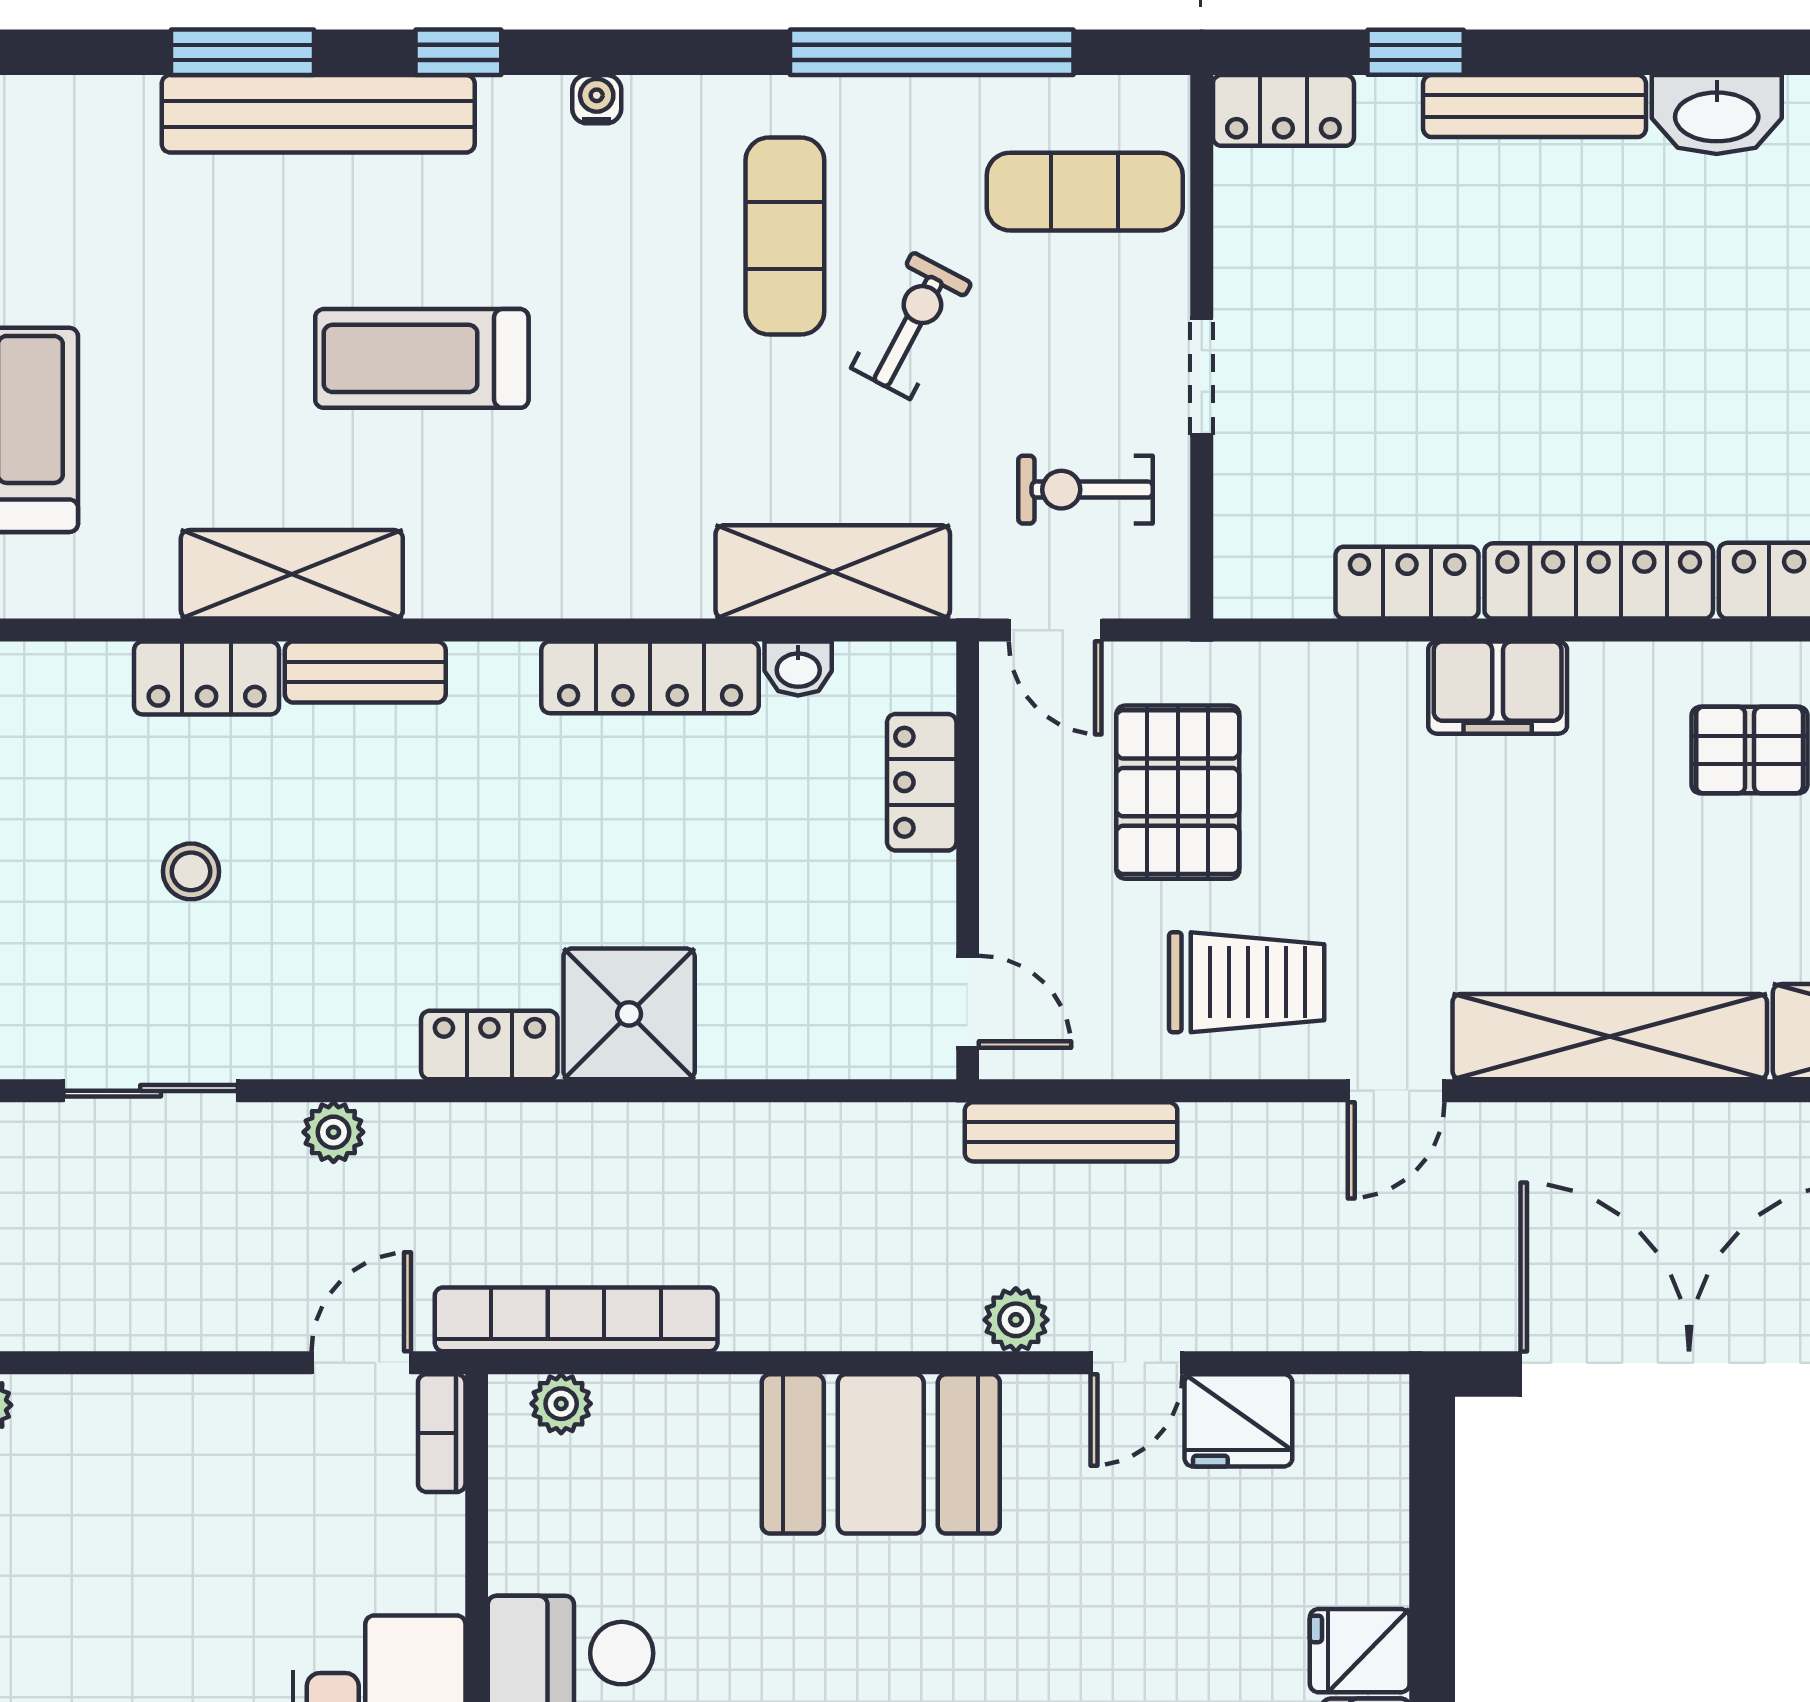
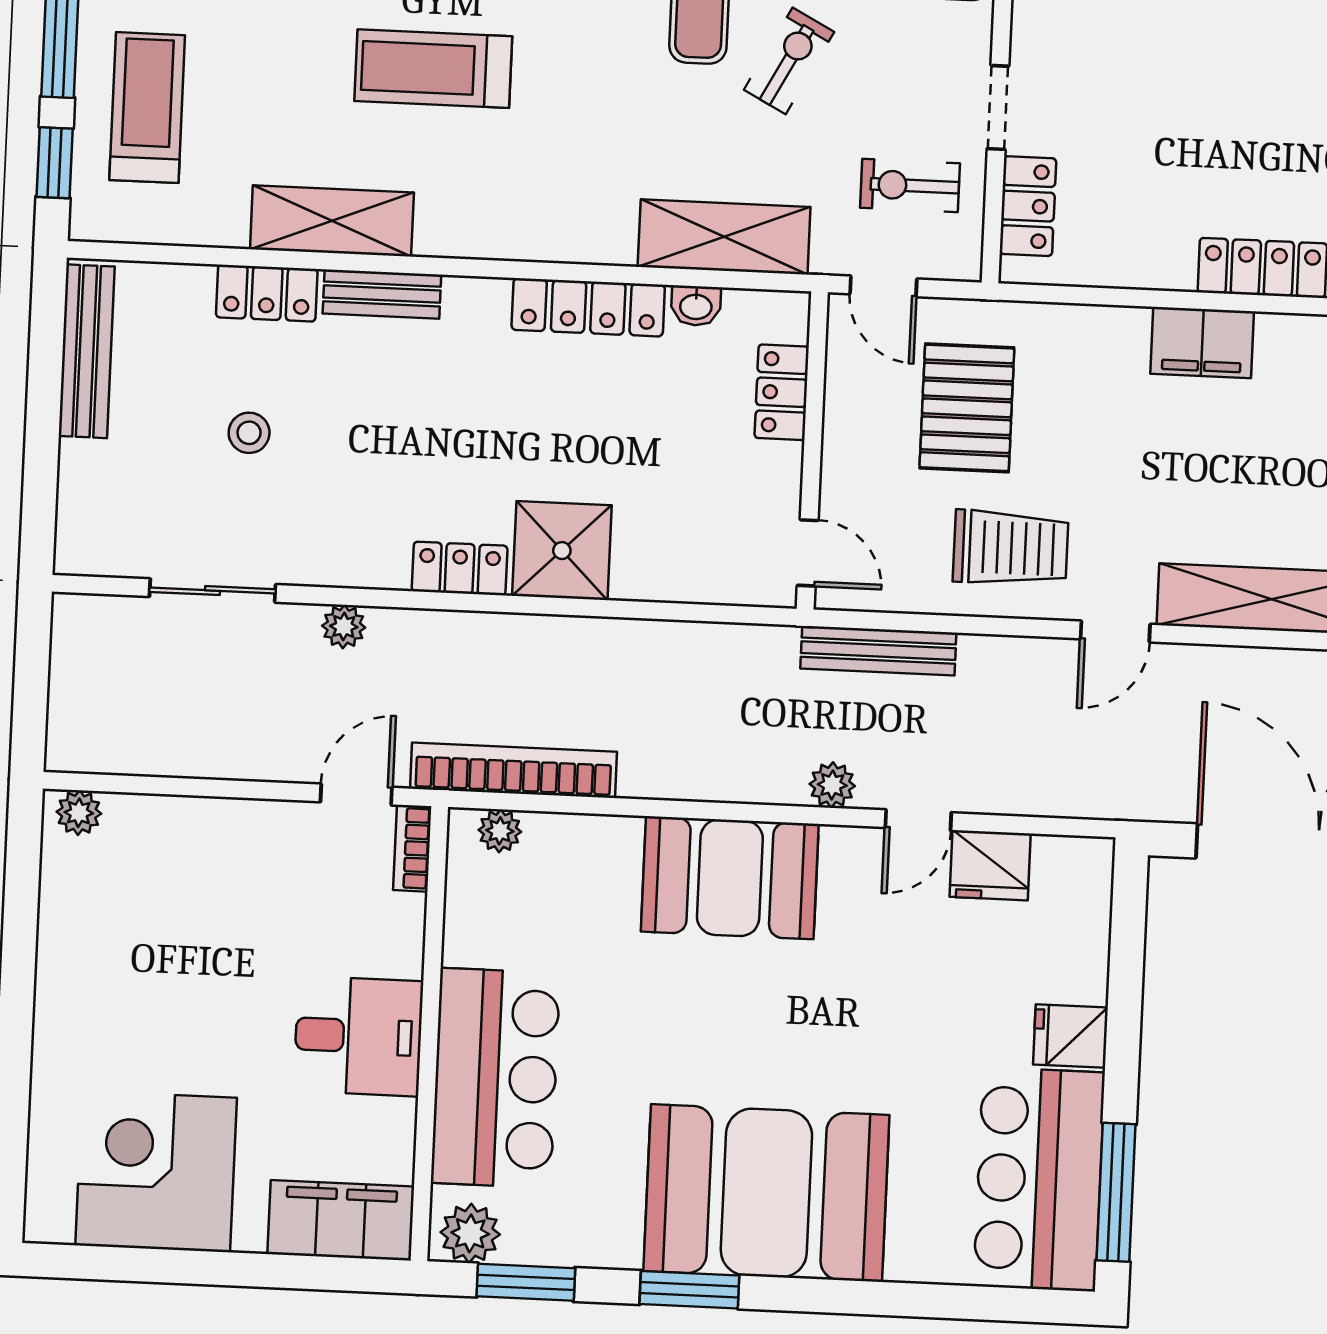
locker: (1407, 583) -> (1028, 206), moved, turned 90

